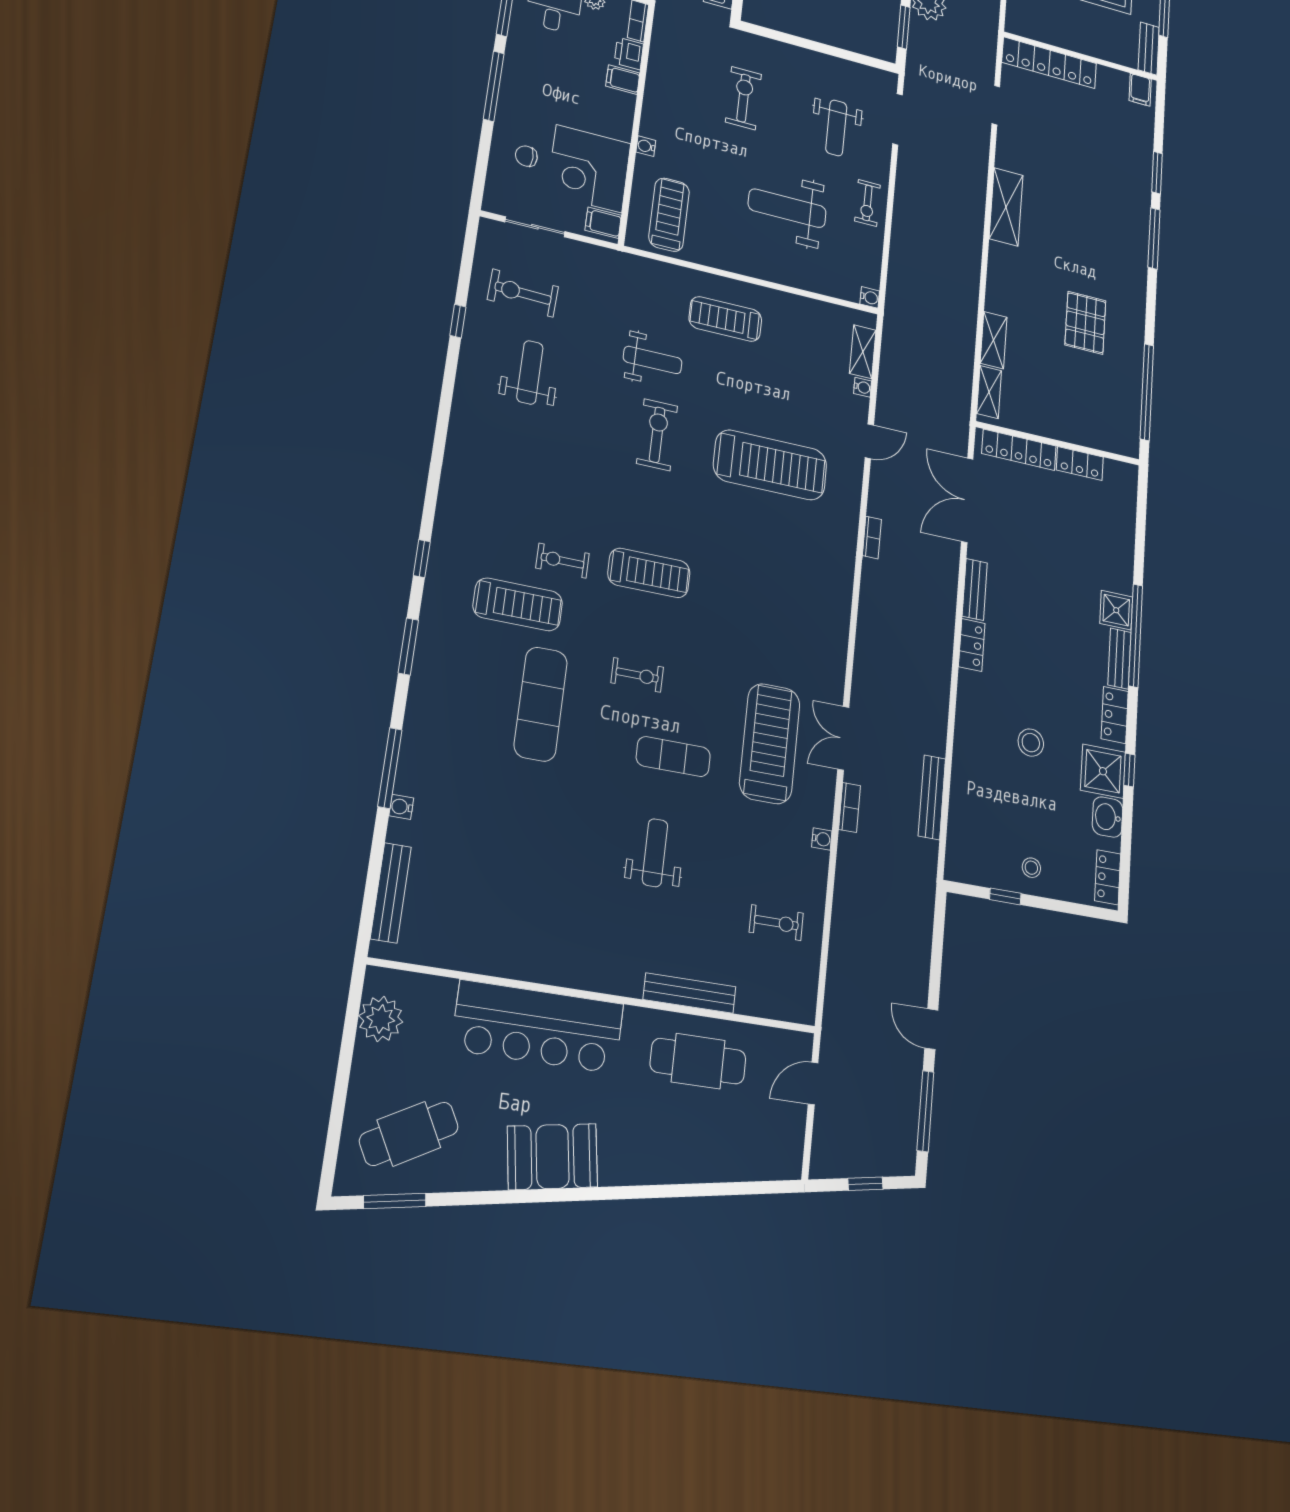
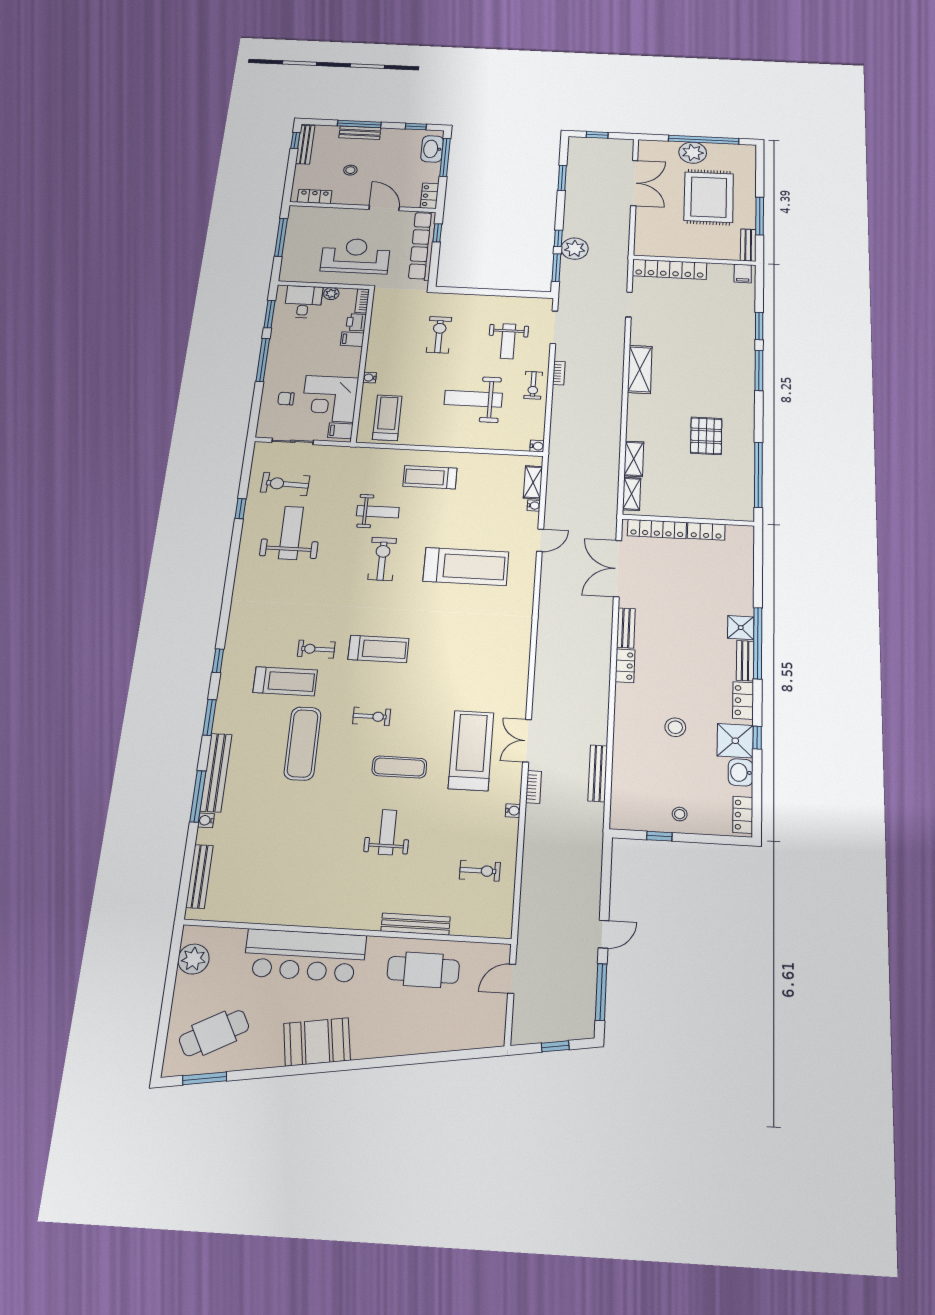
weight bench: (530, 372) -> (291, 533), width x1.36, depth x1.33
bookcase: (872, 537) -> (559, 373), moved
bench: (417, 734) -> (216, 773), added
door: (931, 1029) -> (604, 934), swing flipped

